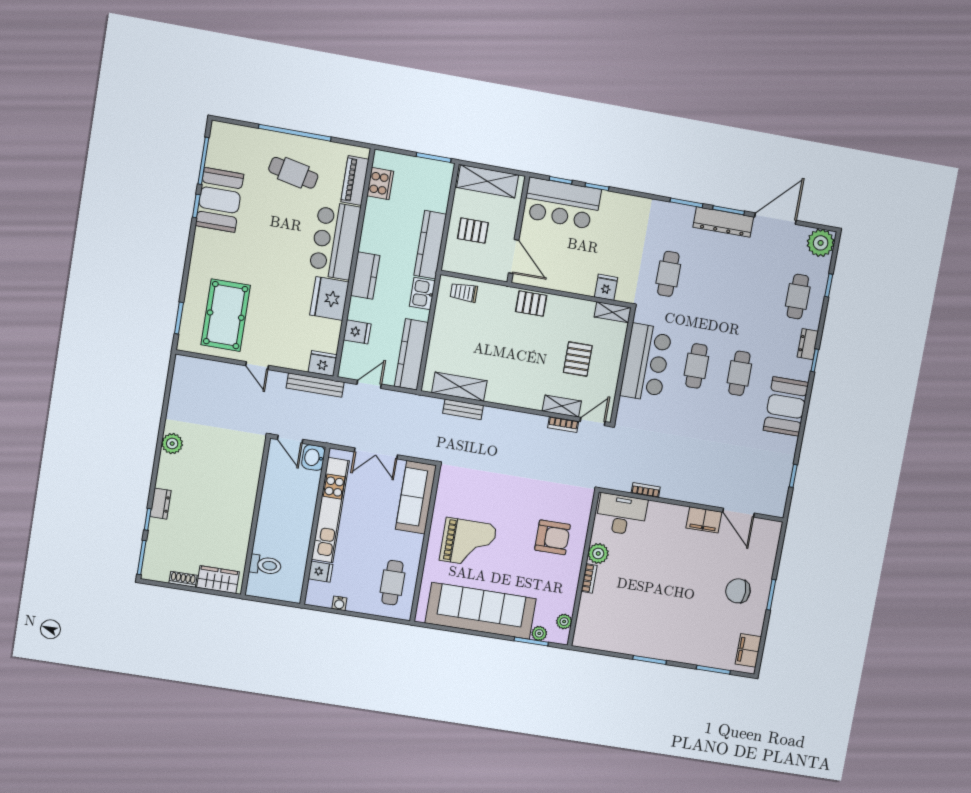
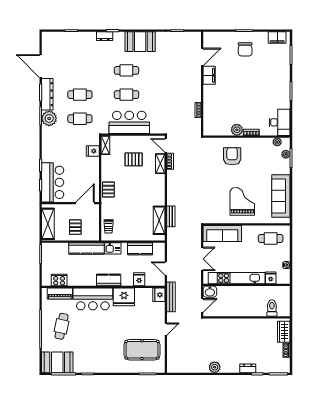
booth: (220, 200) -> (57, 362), moved
plant: (821, 243) -> (49, 118), moved
cafe table: (798, 297) -> (80, 95), moved
kitchen counter: (411, 354) -> (140, 249), width x0.67
desk: (621, 514) -> (280, 122), moved, turned 180
sofa: (481, 611) -> (281, 196), width x0.74, depth x0.79

